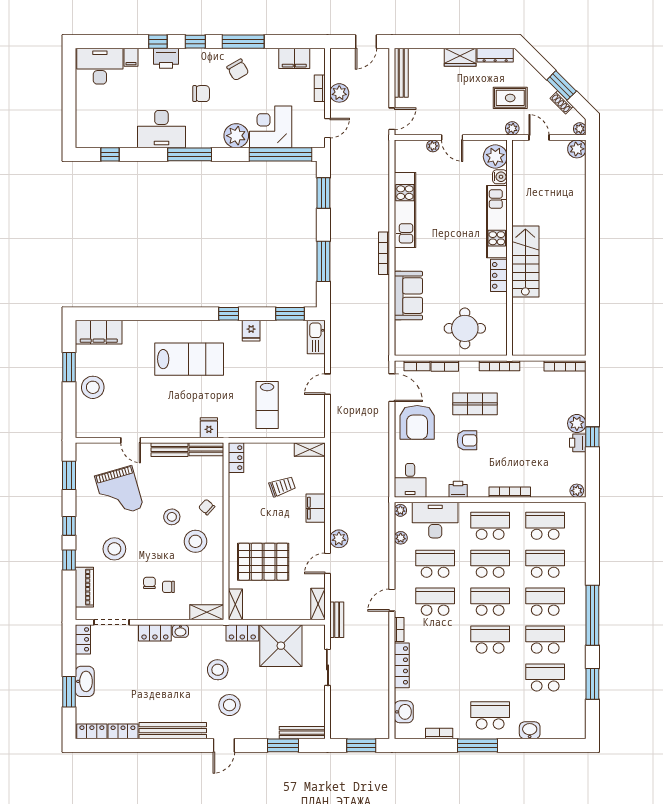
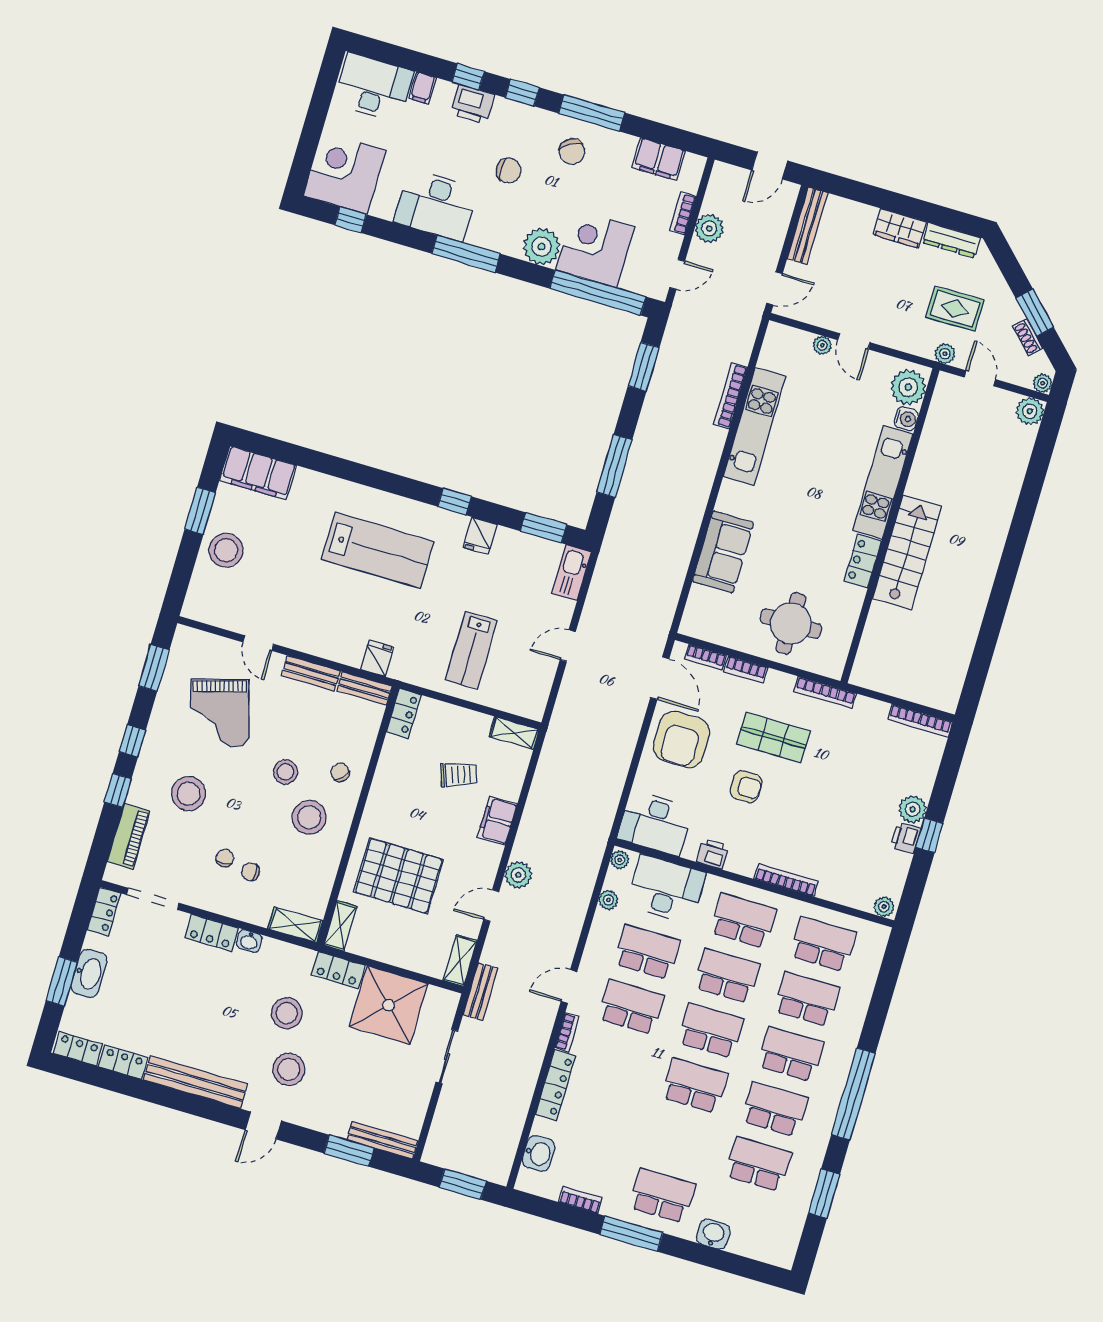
corner desk: (97, 126) -> (344, 173), added
bookcase: (384, 253) -> (730, 396), moved
desk: (410, 480) -> (655, 823), width x1.37

